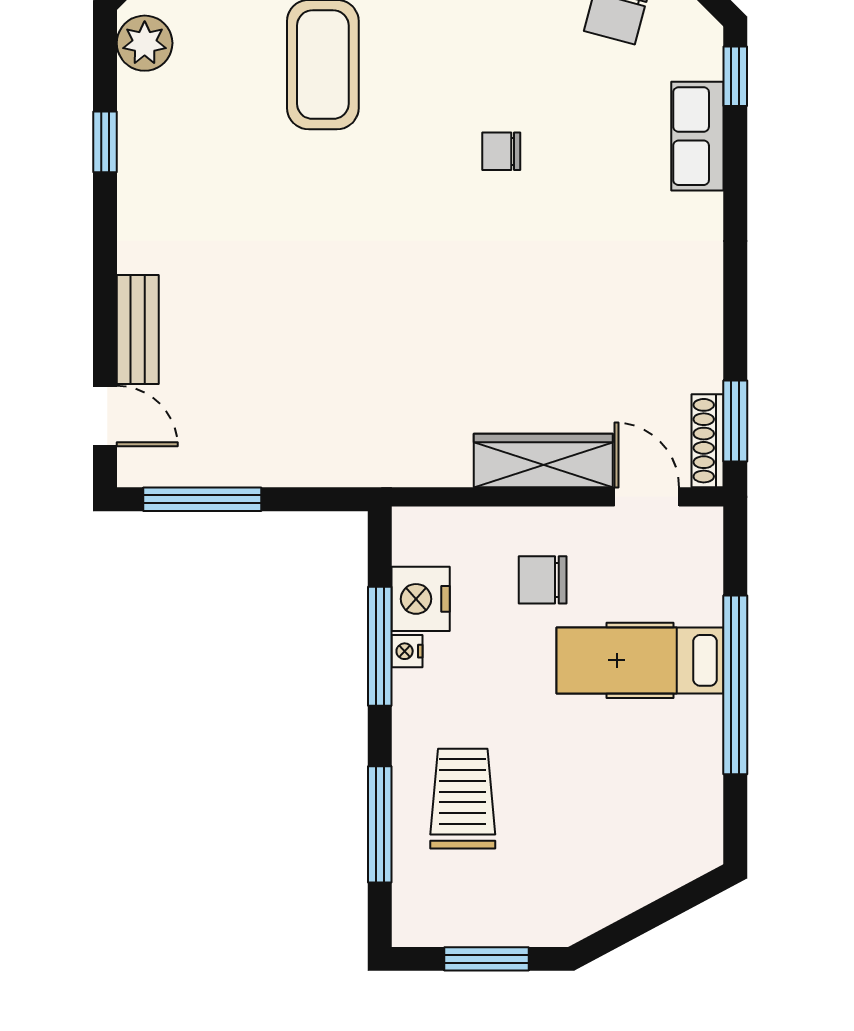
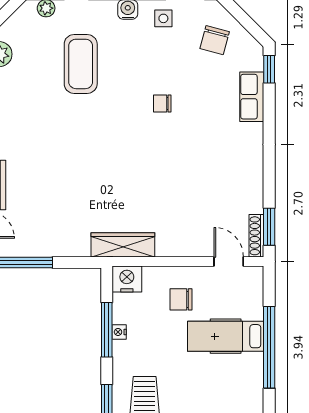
wardrobe: (543, 461) -> (123, 245), moved
nightstand: (421, 599) -> (127, 279), moved, turned 90

